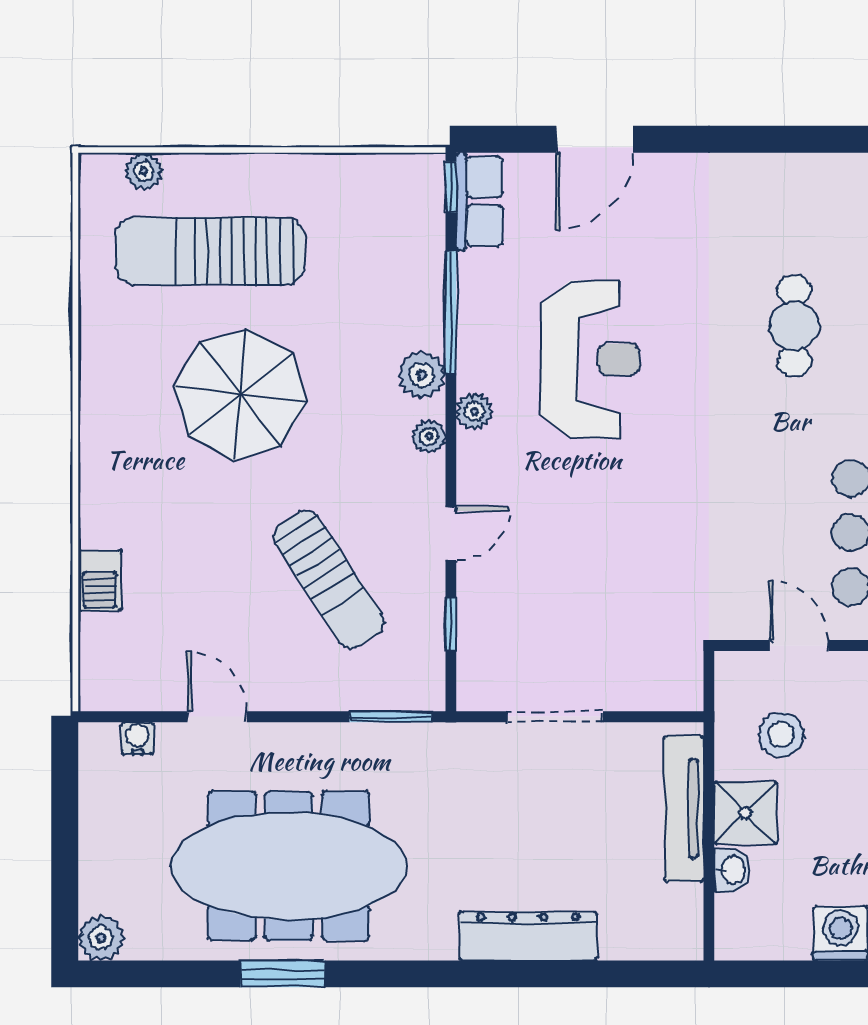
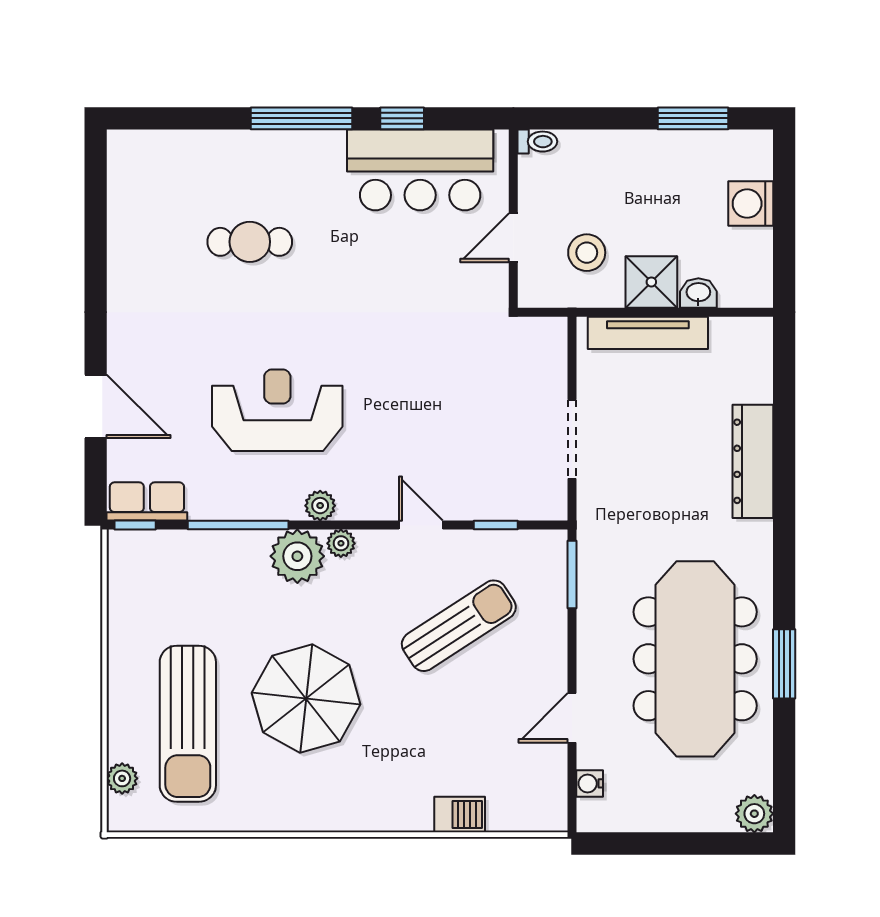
plant: (422, 375) -> (297, 556), width x1.36, depth x1.36

